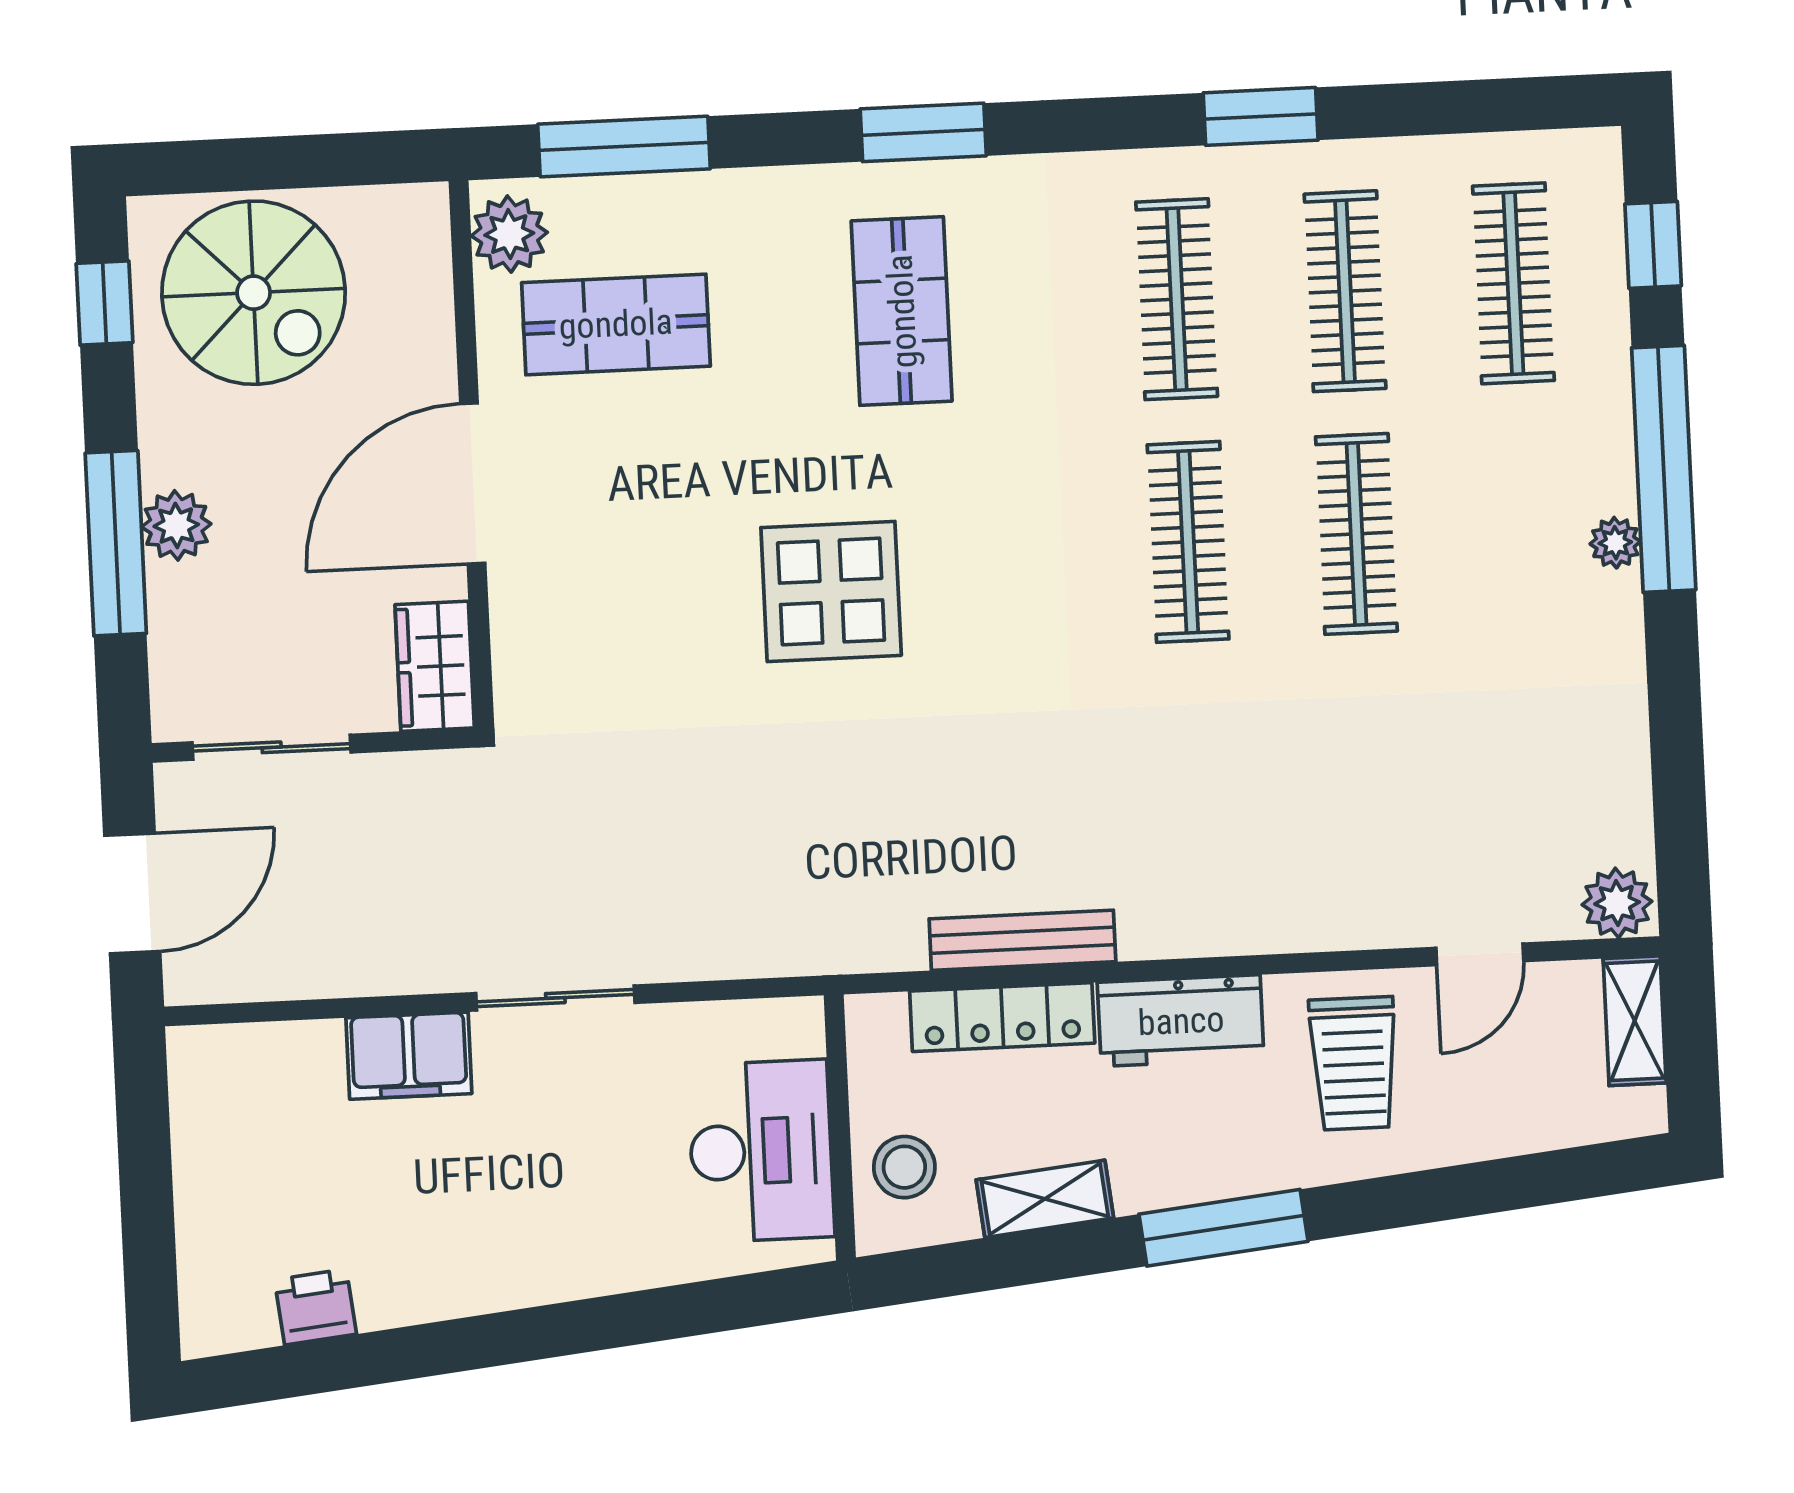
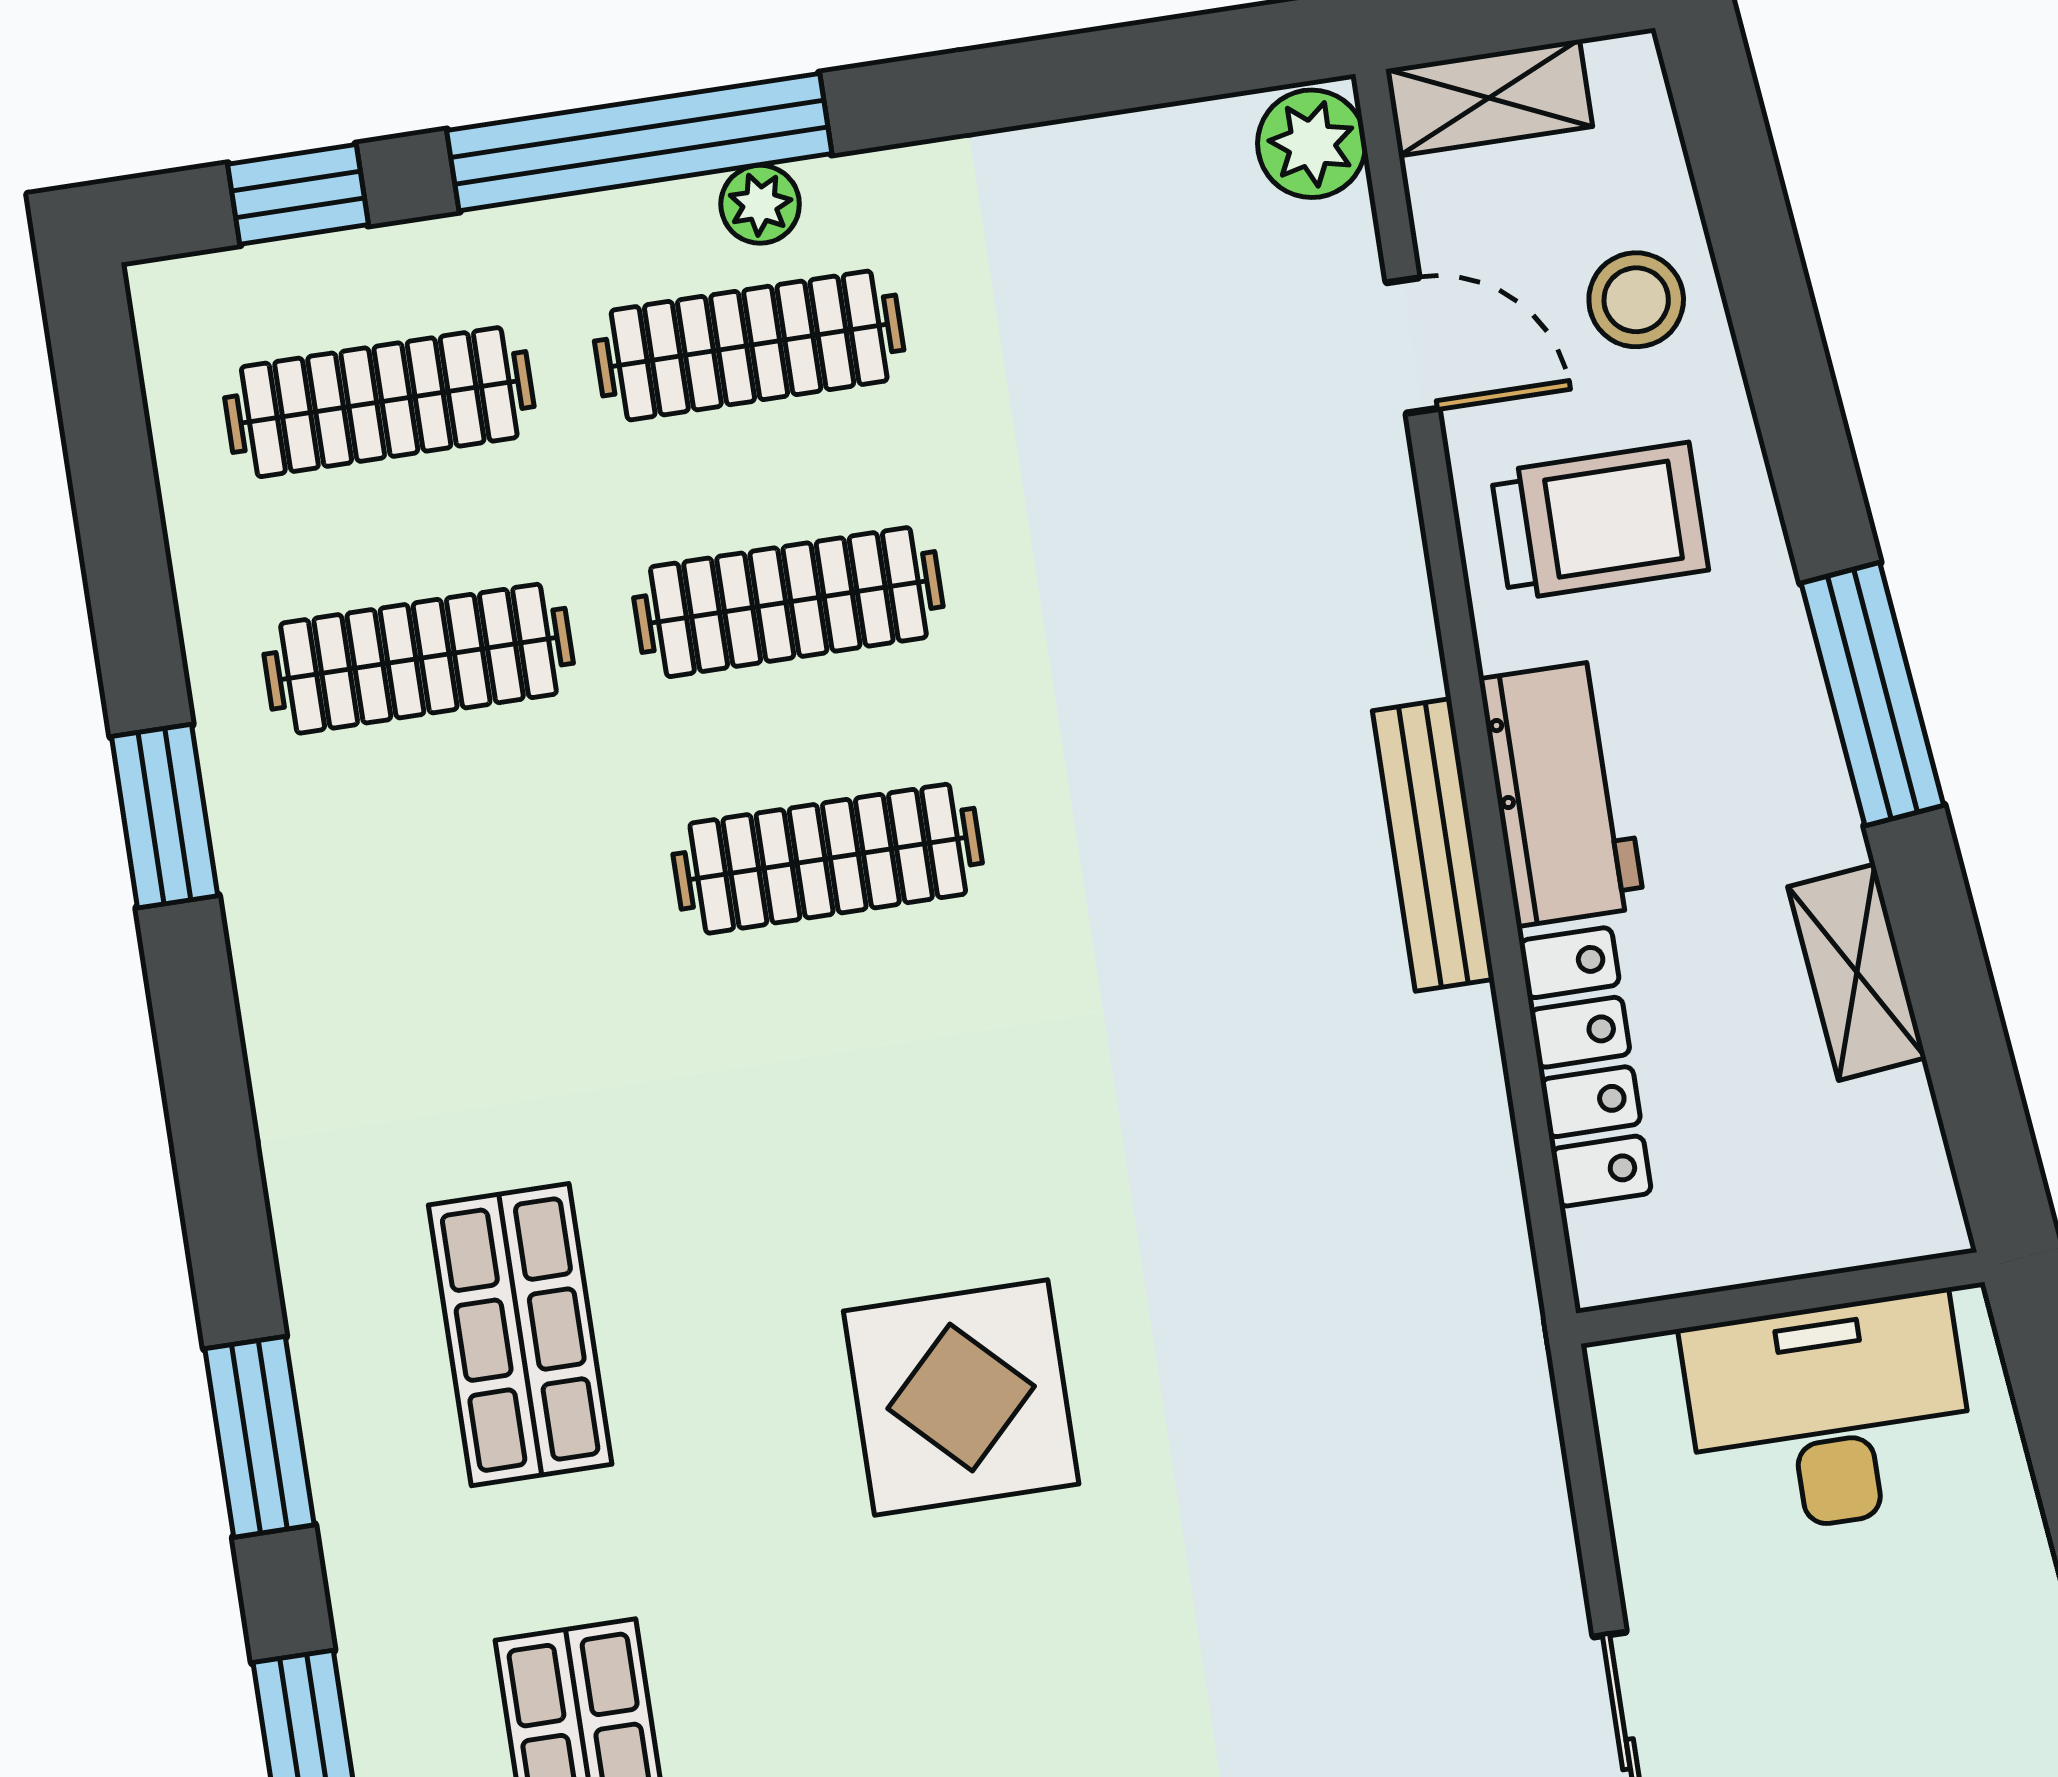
window: (923, 132) -> (259, 1437), moved
clothes rail: (1177, 299) -> (749, 346), moved
shop shelf: (902, 311) -> (520, 1335), turned 90
bench: (1022, 940) -> (1433, 845), moved
stool: (904, 1167) -> (1636, 300), moved

